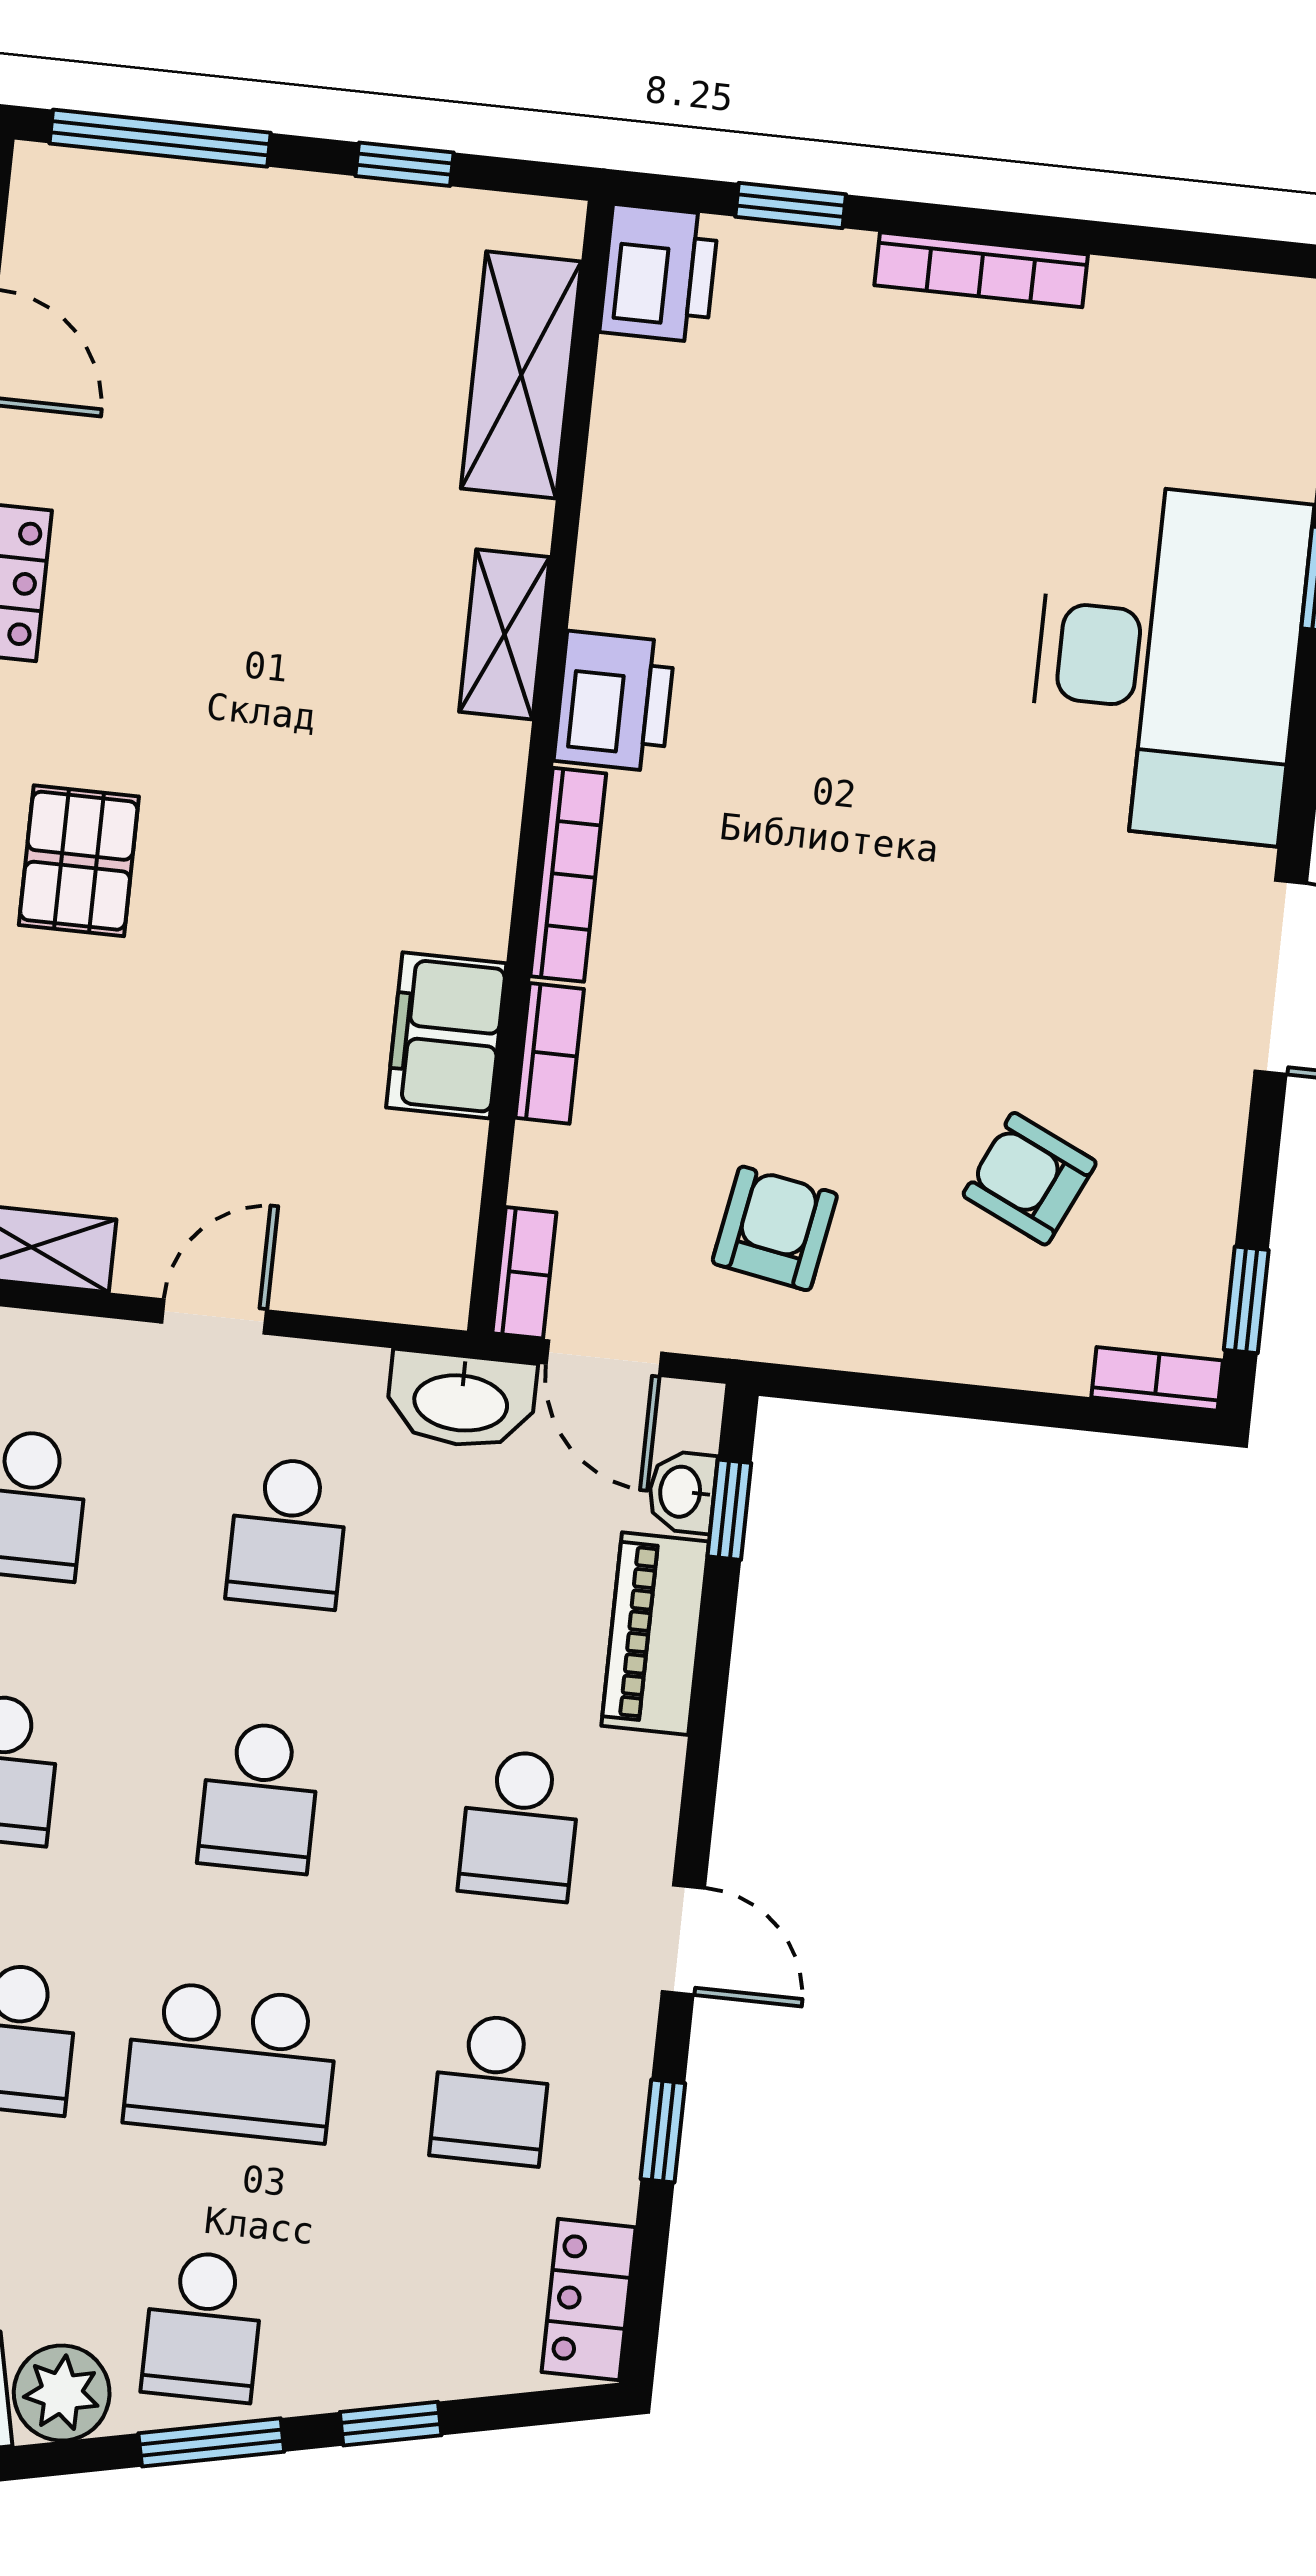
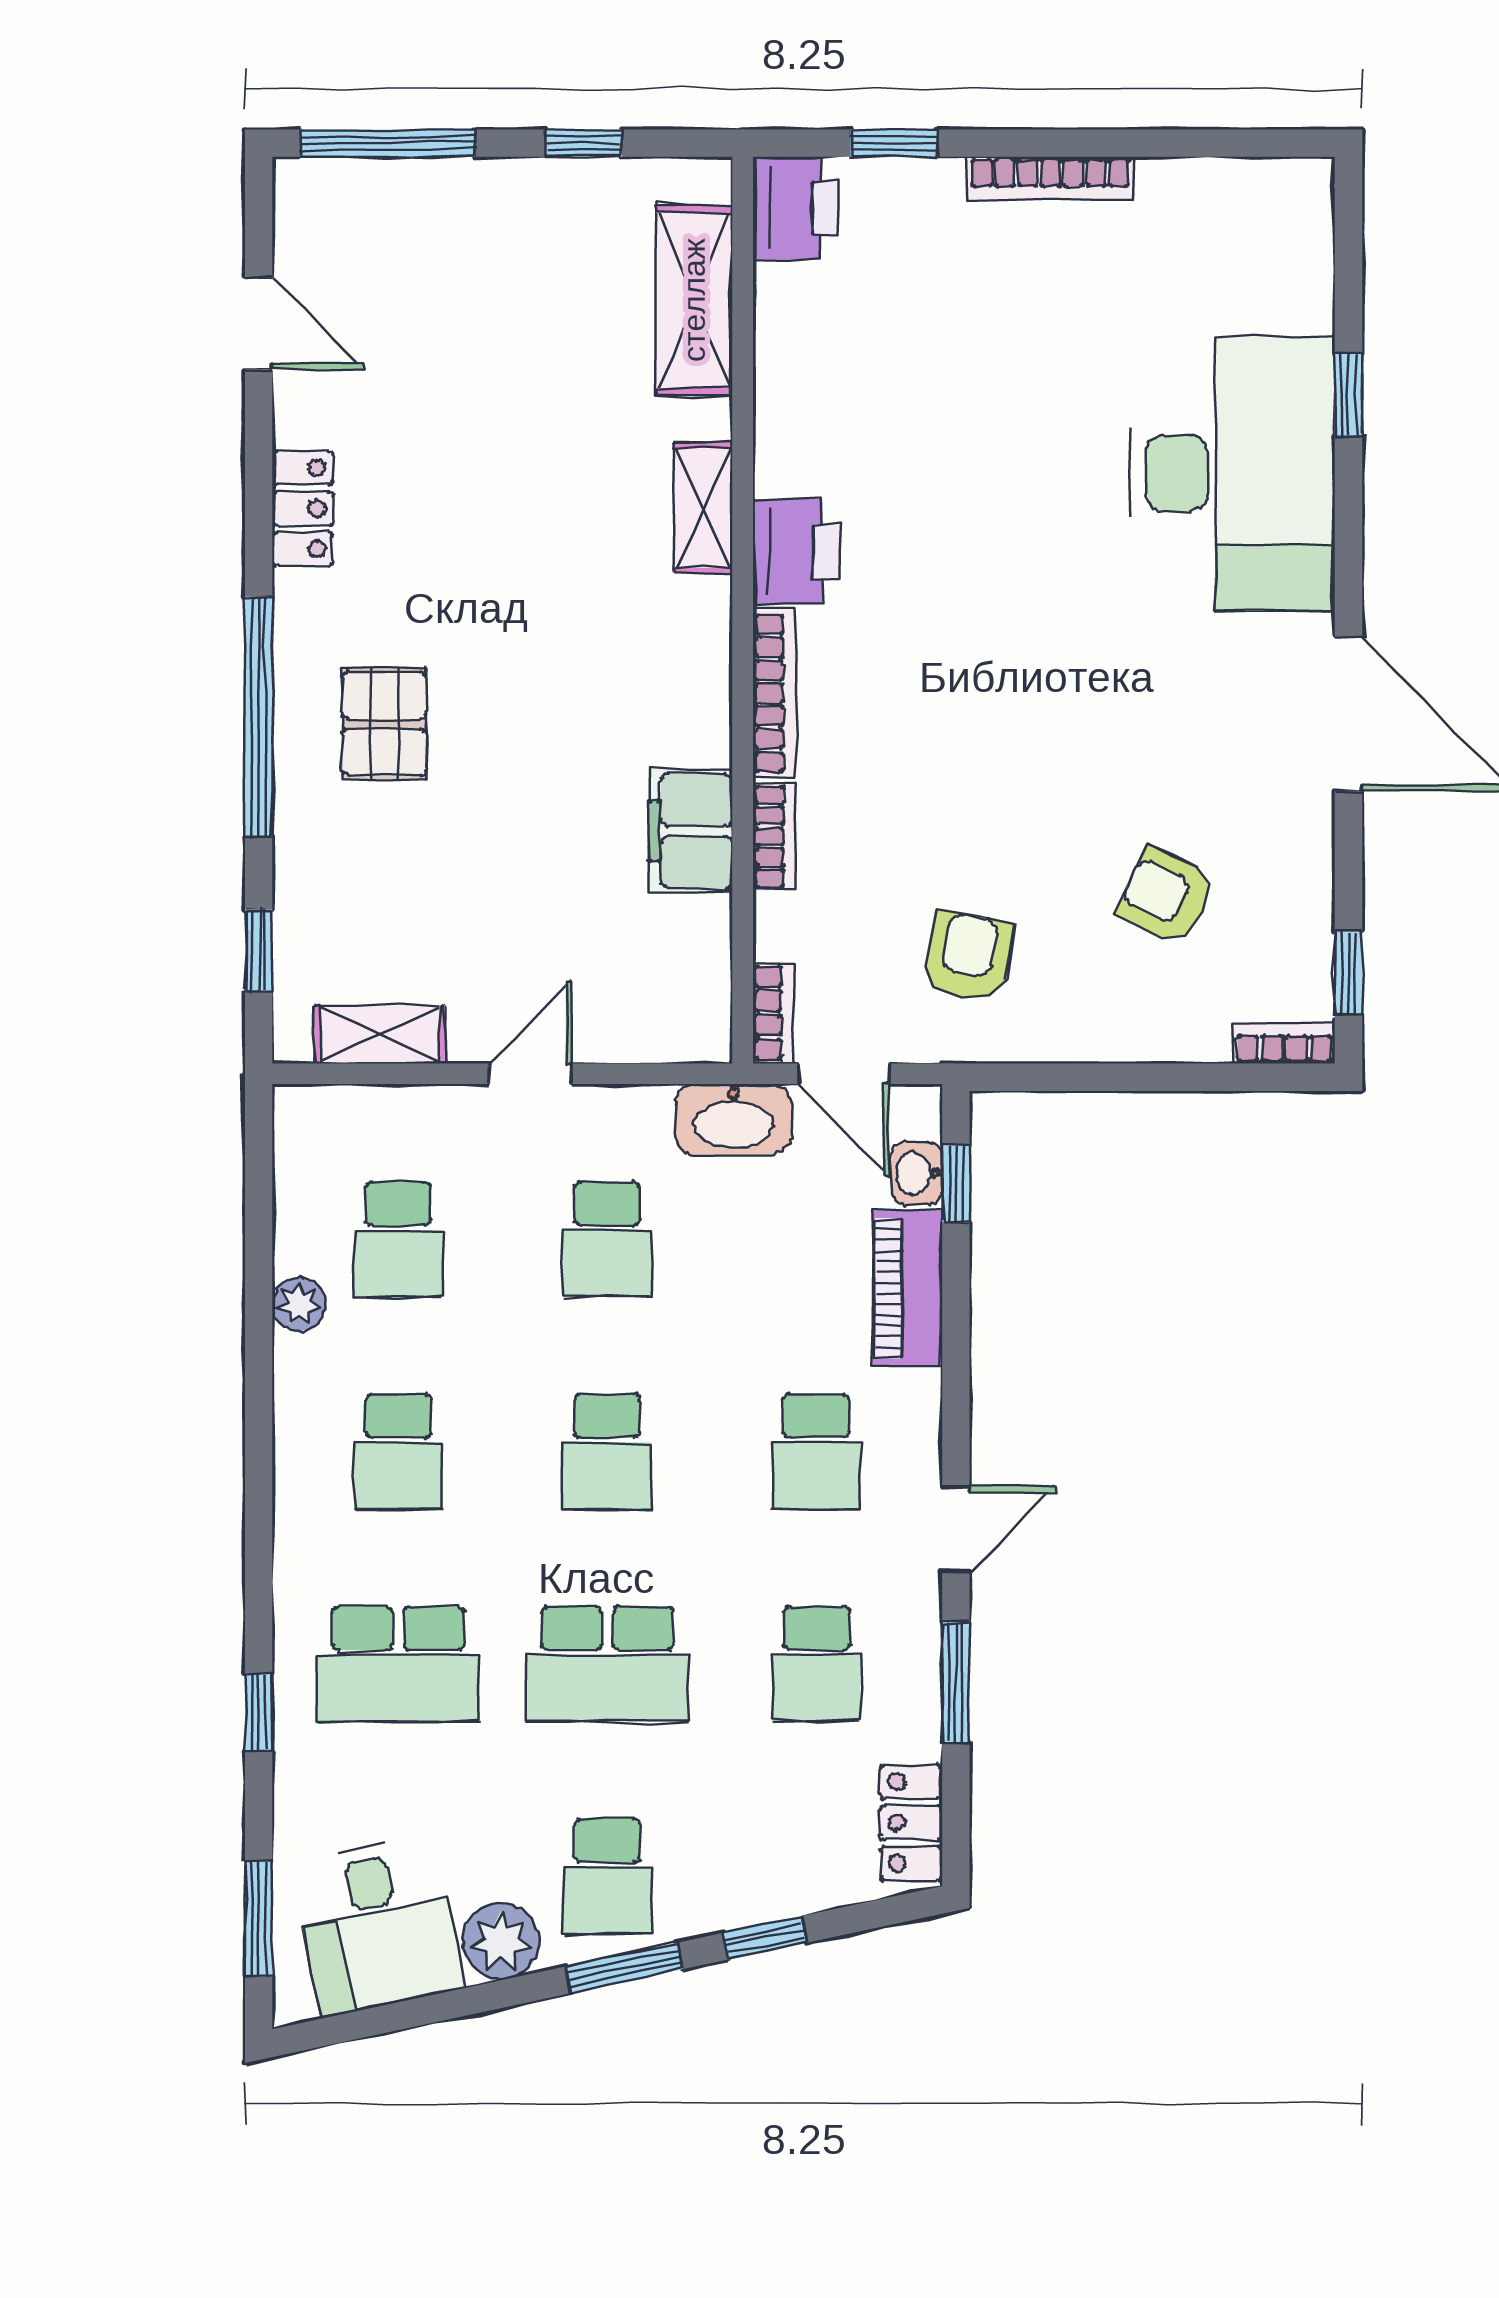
door: (683, 1940) -> (956, 1529), hinge flipped
window: (663, 2131) -> (956, 1682), width x1.50

